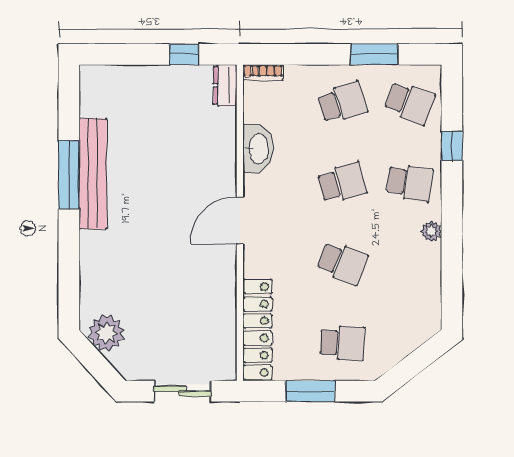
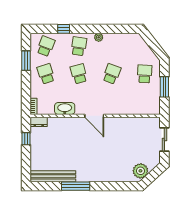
bench: (93, 174) -> (53, 176), moved
locker: (258, 330) -> (139, 109), removed

